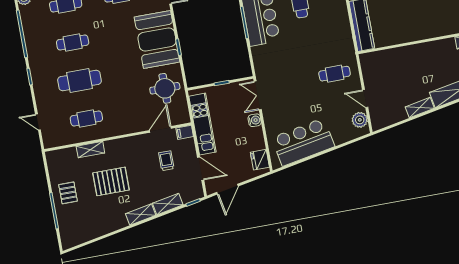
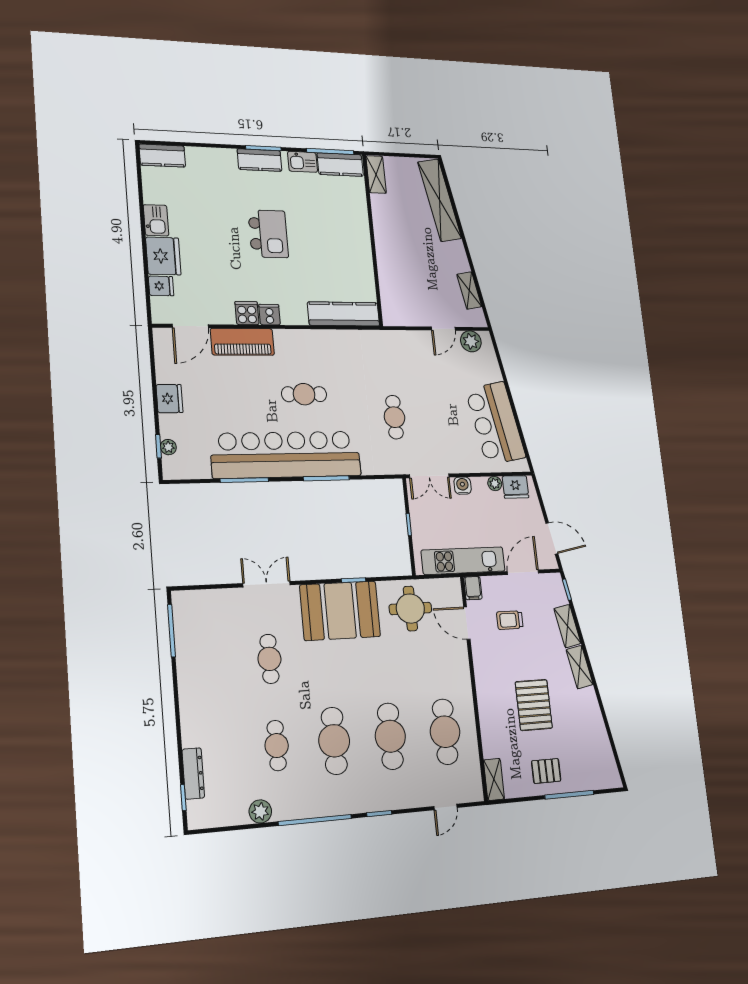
cafe table: (73, 42) -> (334, 741), width x1.37, depth x1.35
cafe table: (335, 74) -> (394, 417), moved
shelving: (420, 108) -> (469, 290), moved
cafe table: (86, 119) -> (445, 732), width x1.37, depth x1.35
plant: (260, 144) -> (495, 484), added
shelving: (90, 150) -> (494, 779), moved

